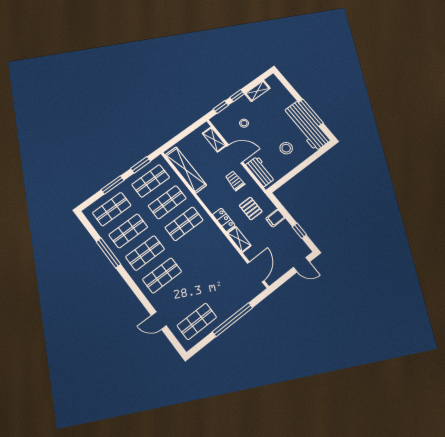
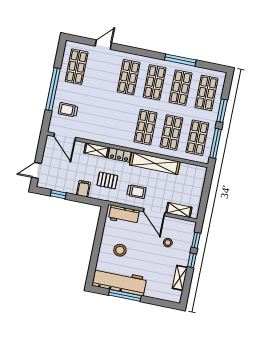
door: (235, 154) -> (154, 212), hinge flipped
window: (141, 165) -> (215, 143), width x1.44
shelving: (186, 170) -> (155, 163), moved
trolley: (234, 292) -> (68, 110), added

